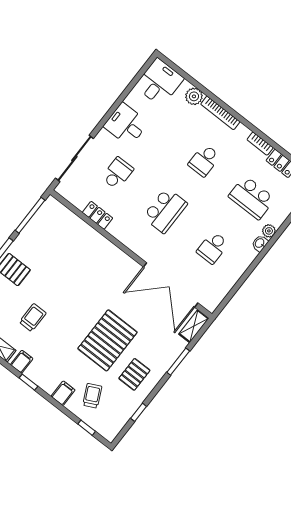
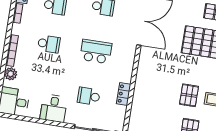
pallet: (54, 291) -> (189, 95), added

